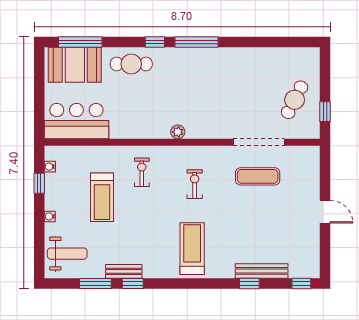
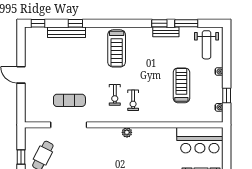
window: (325, 112) -> (21, 157), moved
exercise bike: (142, 172) -> (133, 100), moved
weight bench: (67, 254) -> (207, 45), turned -90

